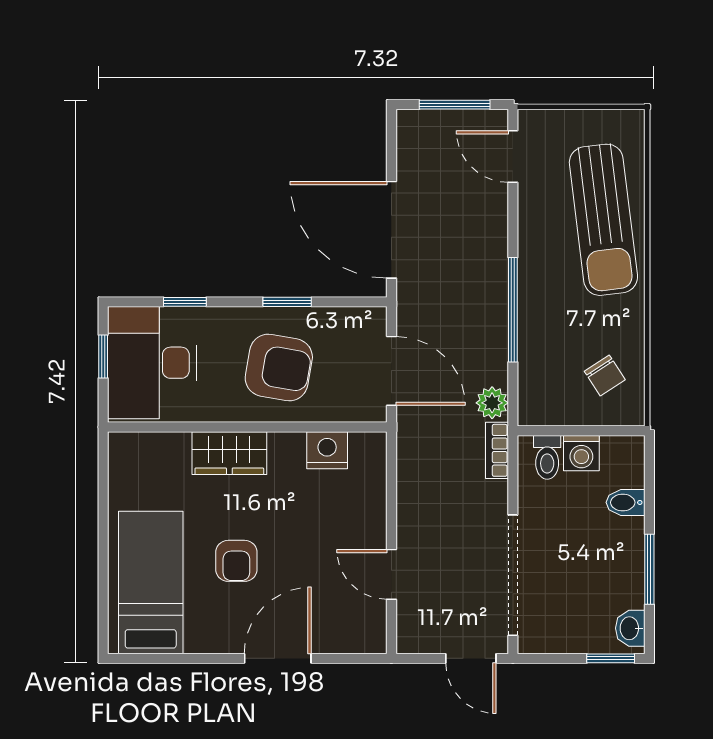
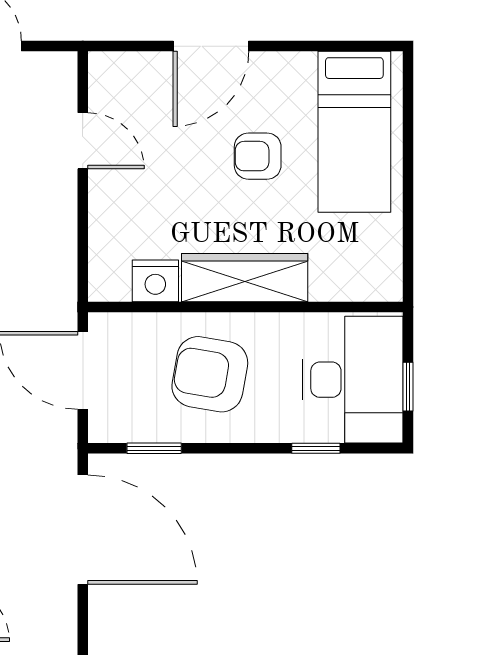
window: (287, 302) -> (154, 448), moved
wardrobe: (229, 453) -> (245, 278), width x1.50
armchair: (236, 561) -> (258, 156), turned -90

